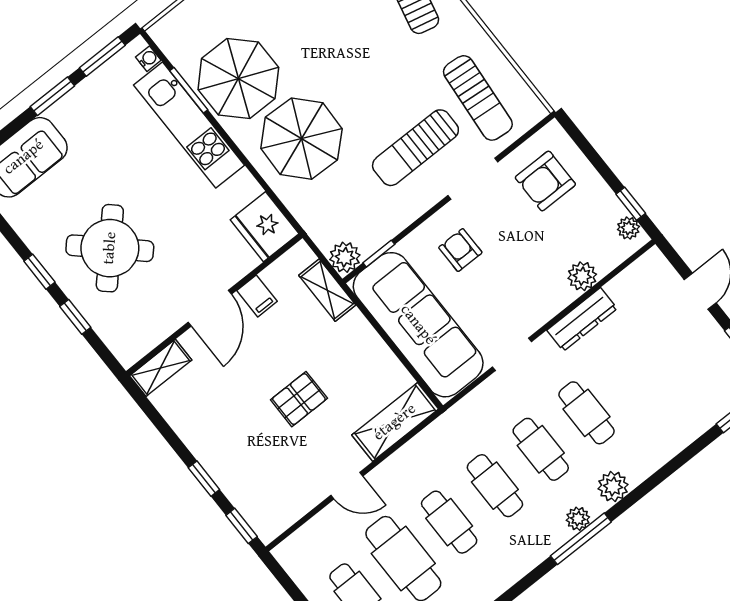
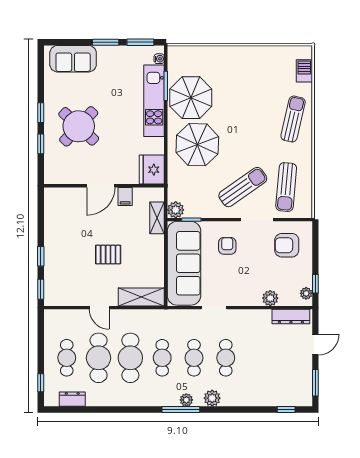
sun lounger: (415, 148) -> (243, 187), turned 145
dresser: (582, 319) -> (291, 317), moved
shelving: (161, 368) -> (60, 194), removed
cafe table: (449, 522) -> (130, 358), width x1.37, depth x1.35

